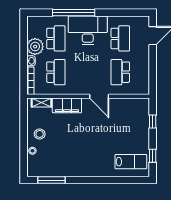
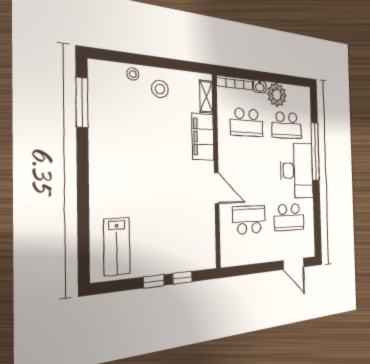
door: (99, 96) -> (217, 188), swing flipped
window: (153, 156) -> (154, 281), moved

